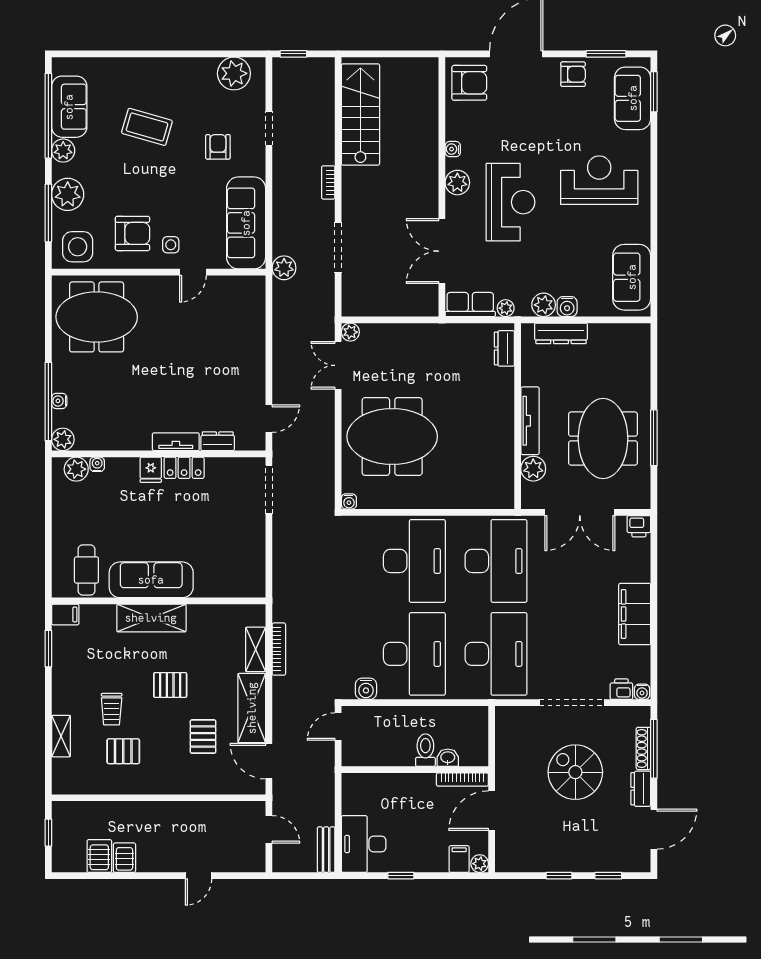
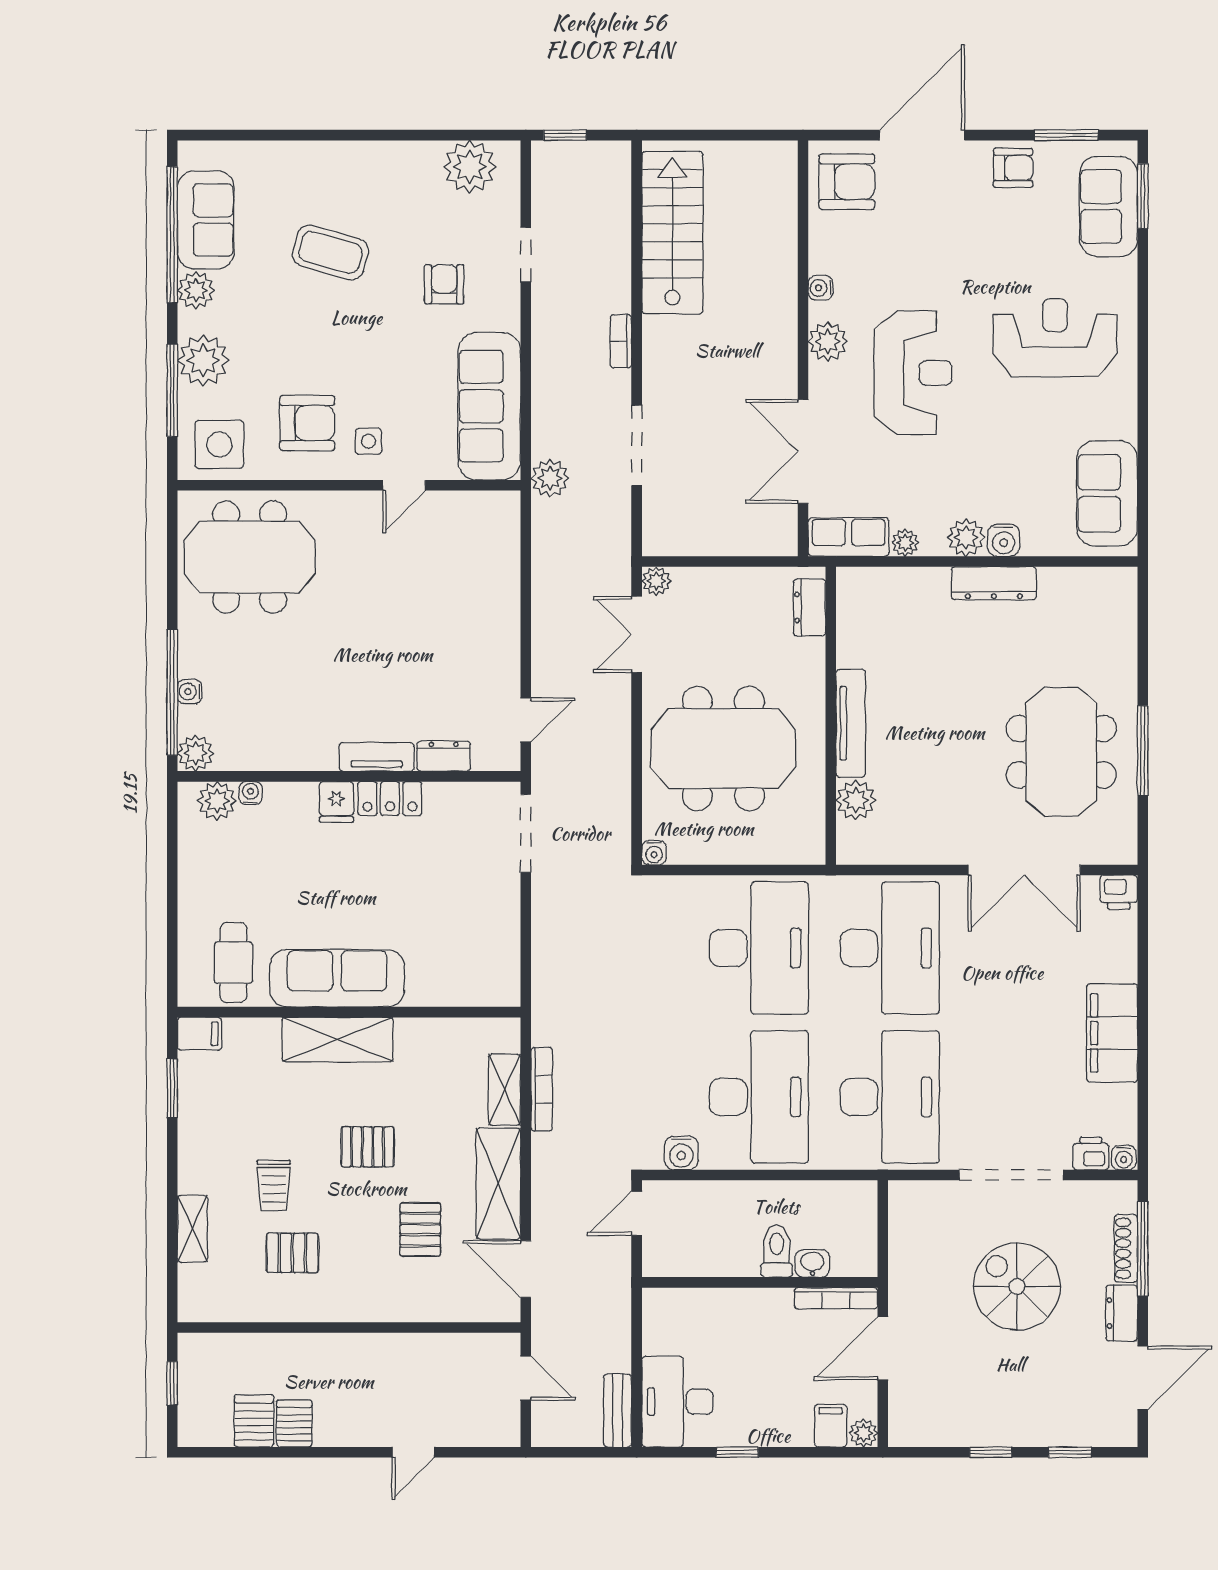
dresser: (504, 348) -> (810, 607), moved
wall: (518, 416) -> (831, 716), moved
tv unit: (530, 421) -> (851, 723), moved
plant: (533, 469) -> (856, 800), moved

